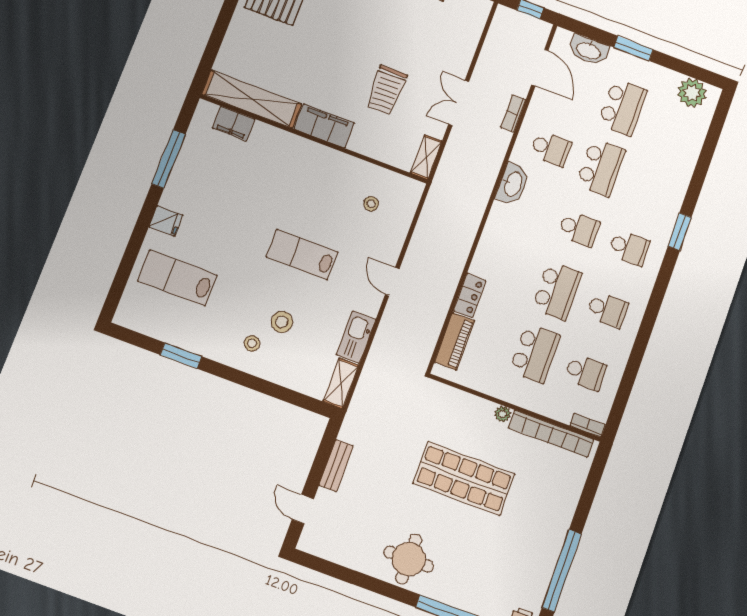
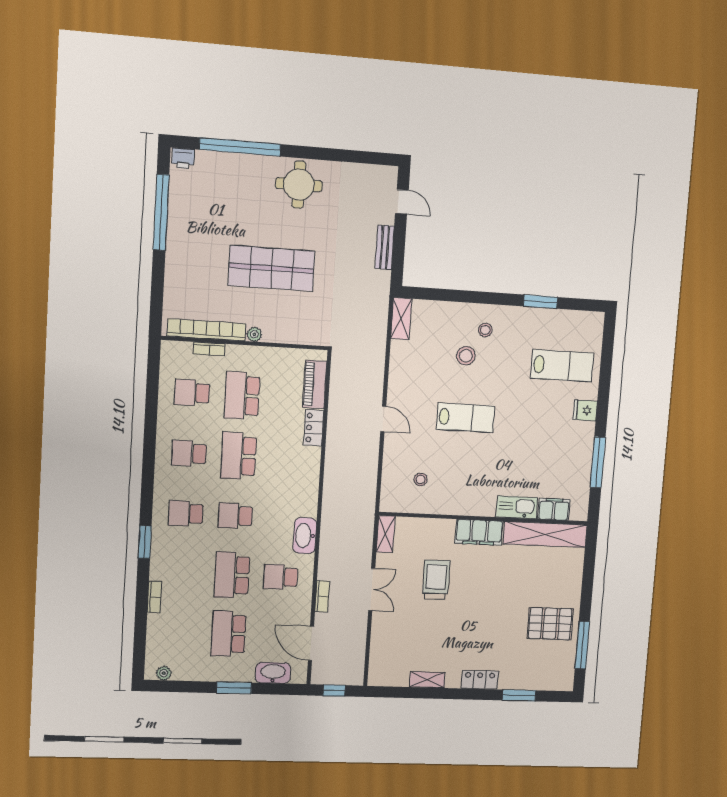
plant: (692, 93) -> (164, 673), width x0.53, depth x0.53
bookcase: (687, 171) -> (154, 597), added
kitchen sink: (356, 337) -> (517, 507), moved, turned -90
bookcase: (588, 425) -> (209, 349), moved

